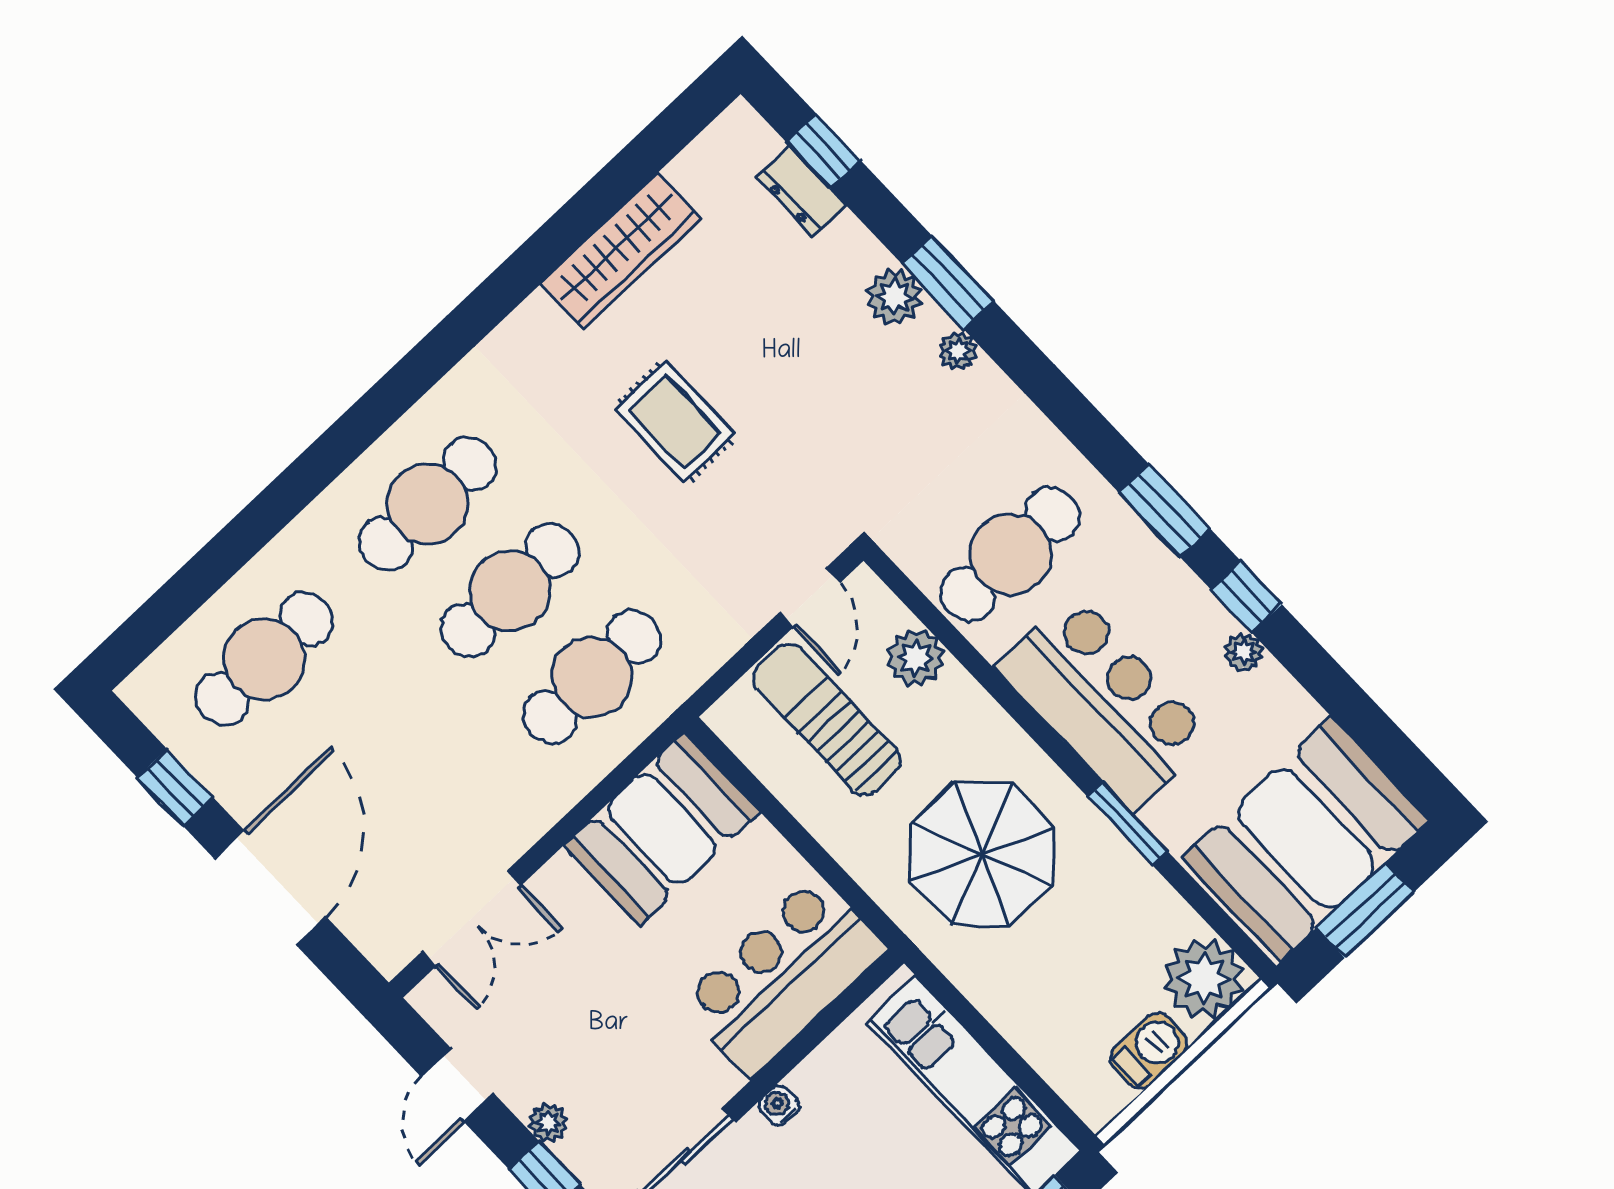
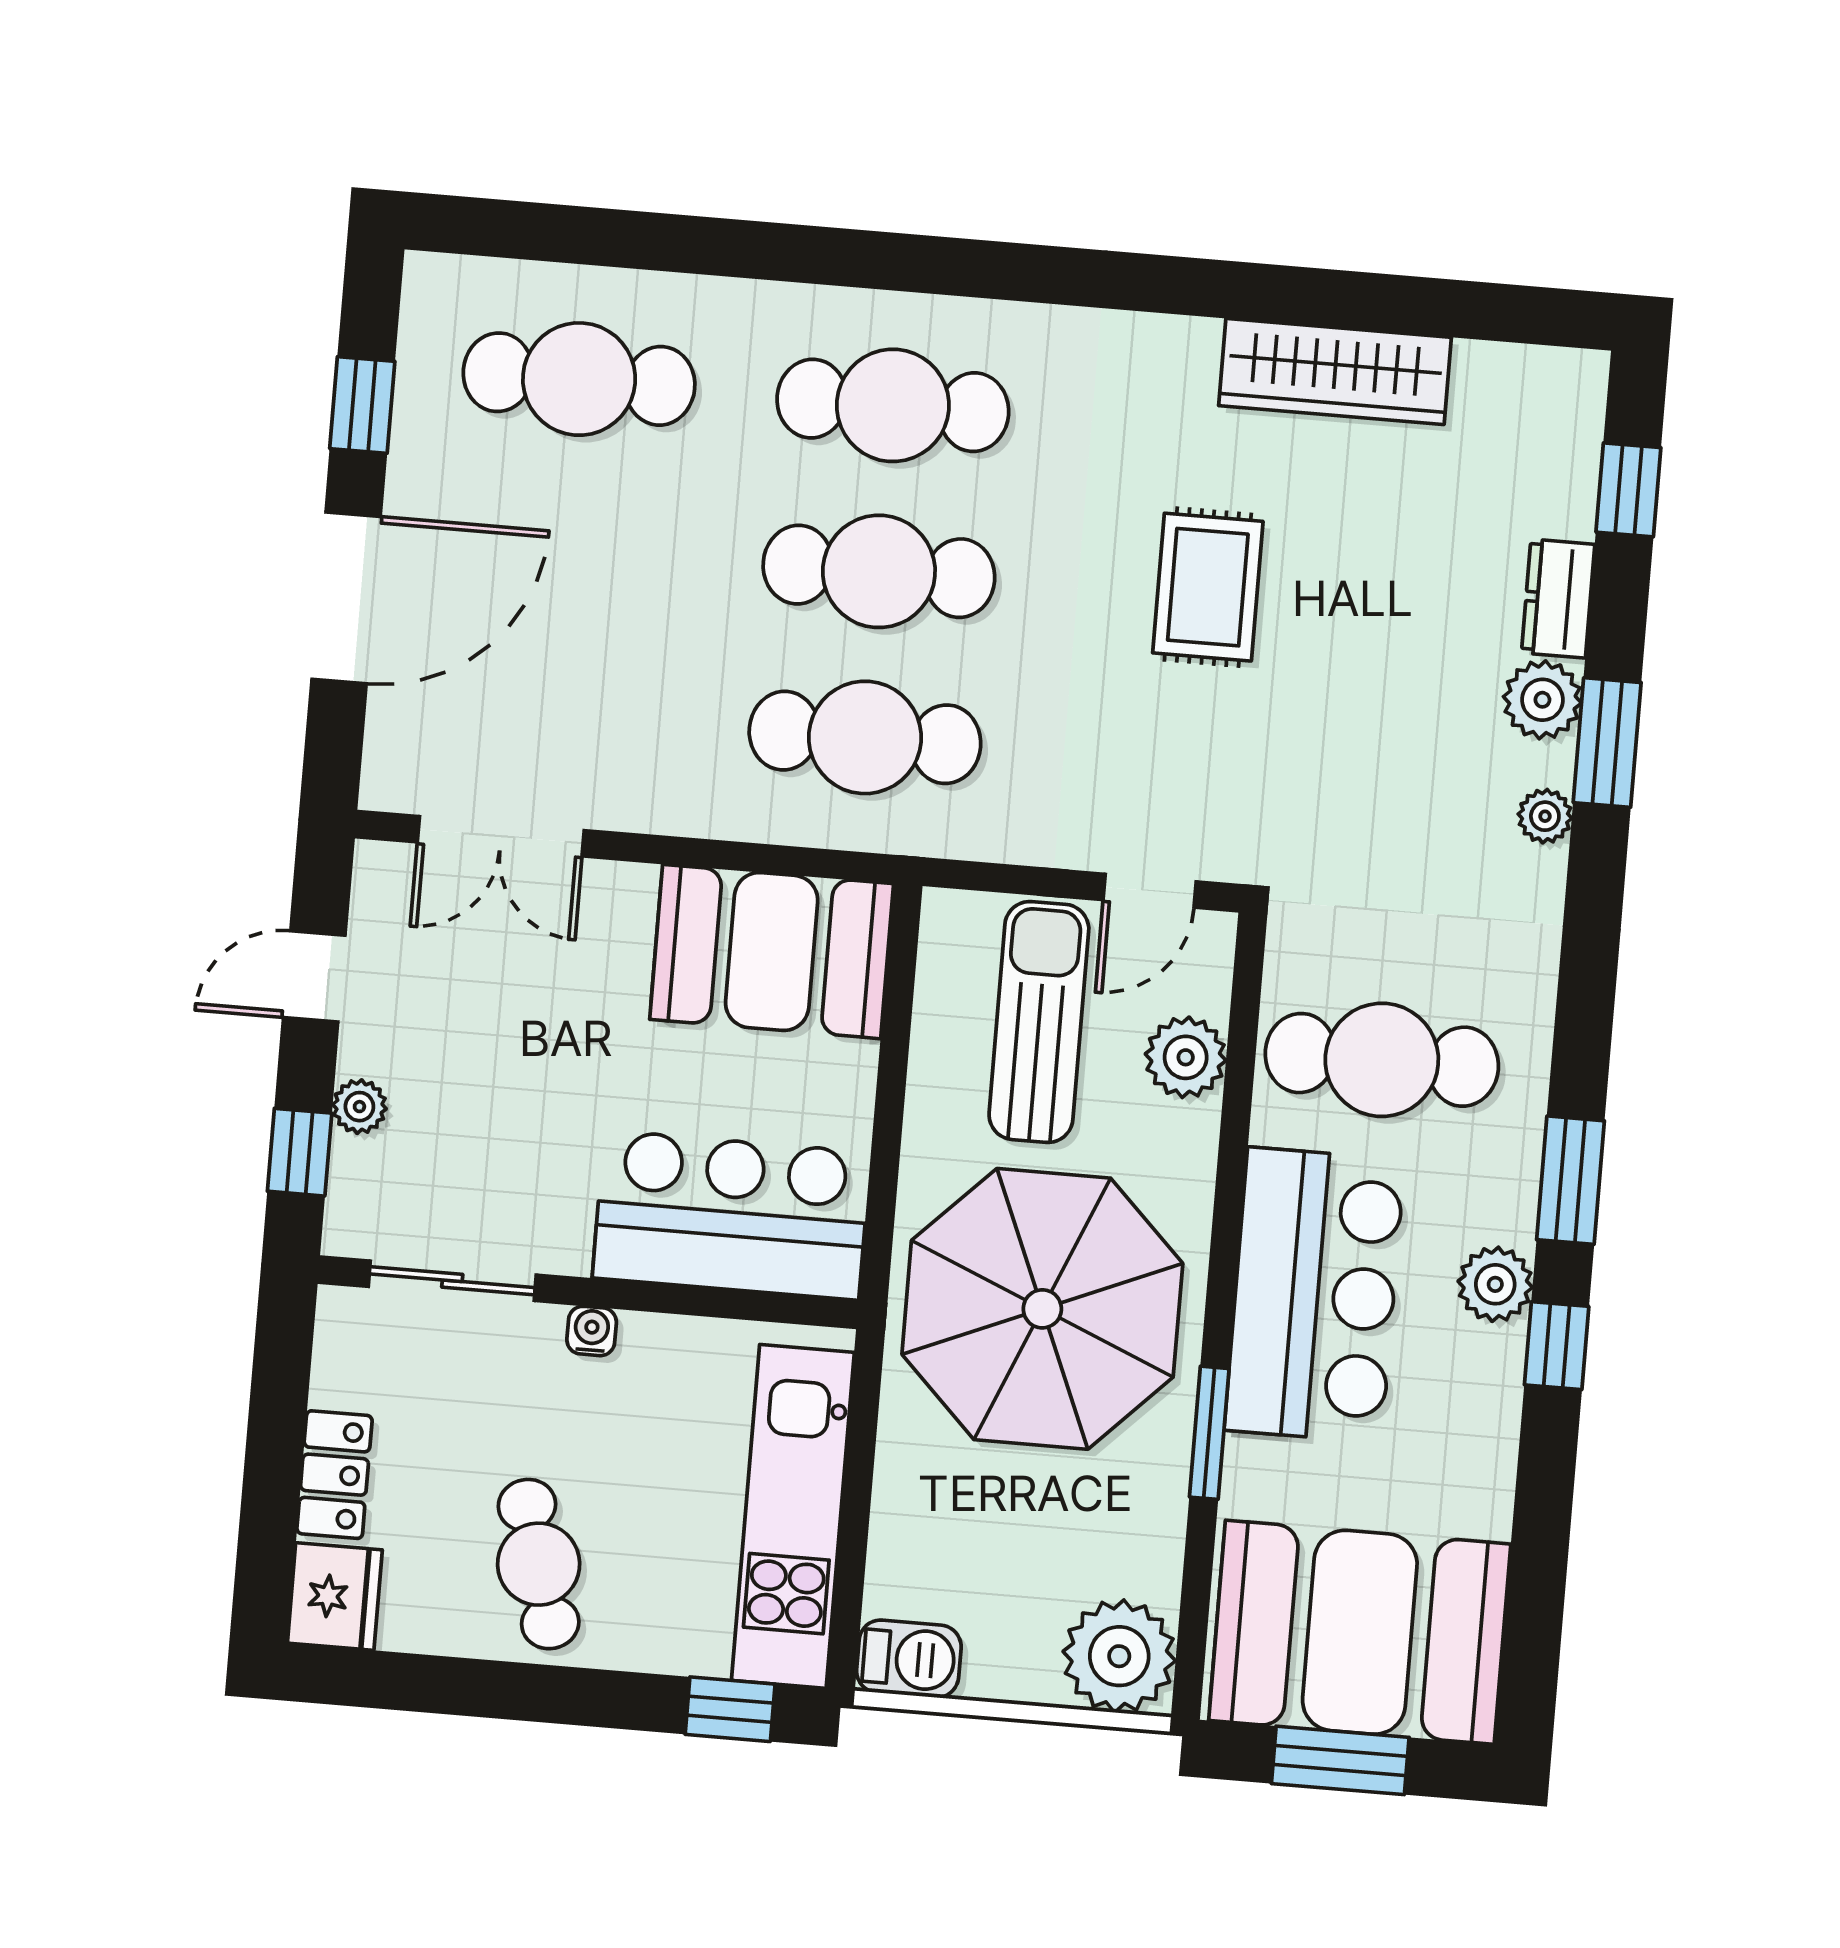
dresser: (801, 191) -> (1558, 599), moved
plant: (1244, 652) -> (1495, 1284), moved, width x1.38, depth x1.38
parasol: (982, 854) -> (1042, 1309), width x1.36, depth x1.36
barbecue: (1149, 1051) -> (909, 1659), moved

